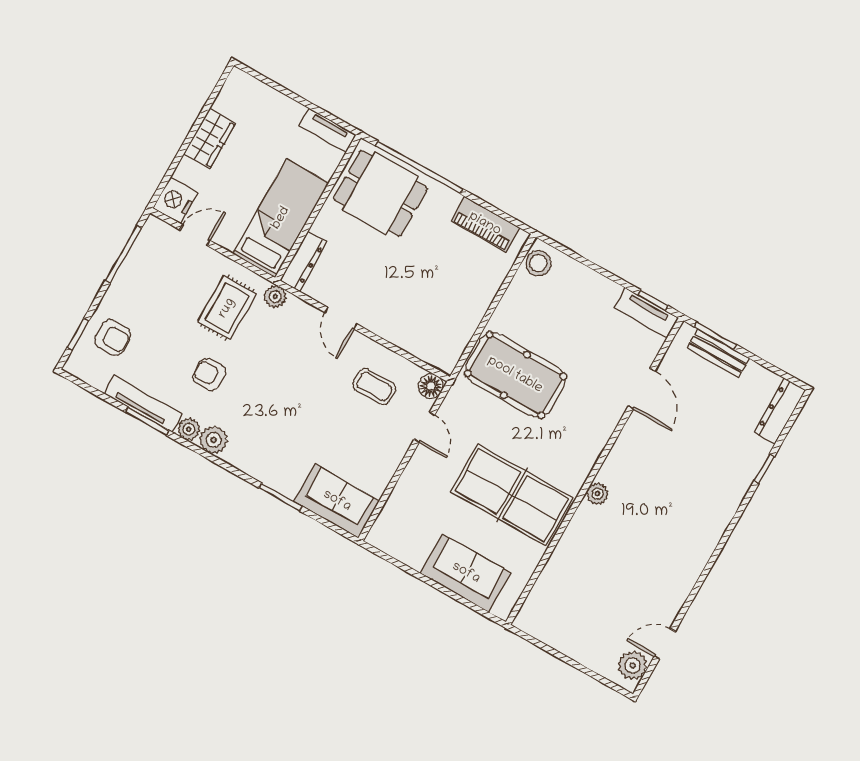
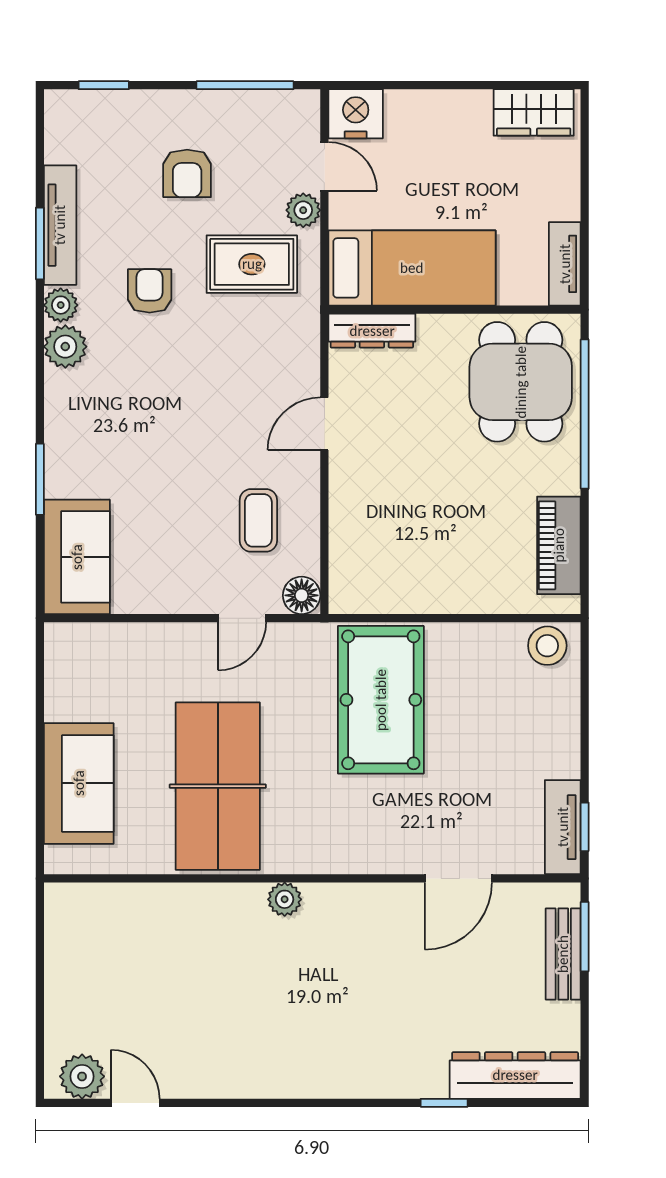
wardrobe: (209, 139) -> (534, 112), moved
plant: (275, 297) -> (303, 210), moved
armchair: (113, 337) -> (187, 173), moved
dresser: (780, 411) -> (515, 1075), width x1.37, depth x1.24

